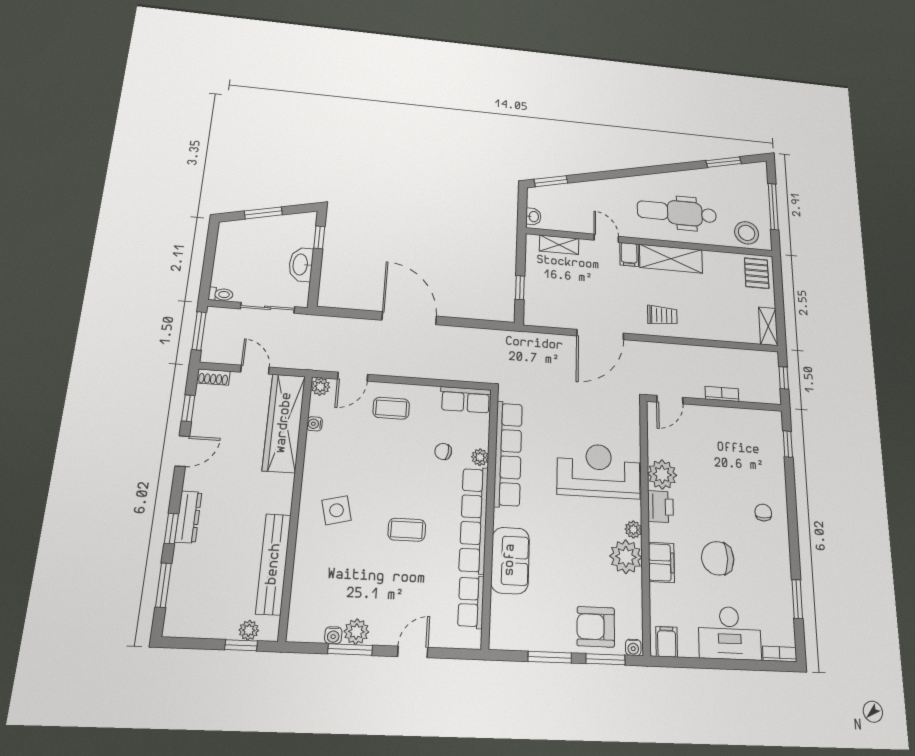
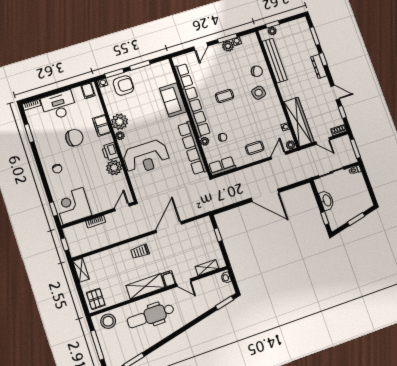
dental chair: (677, 213) -> (151, 316), turned 180
corner desk: (753, 436) -> (73, 206), added
door: (182, 451) -> (335, 93), swing flipped
chair: (320, 556) -> (257, 71), added

